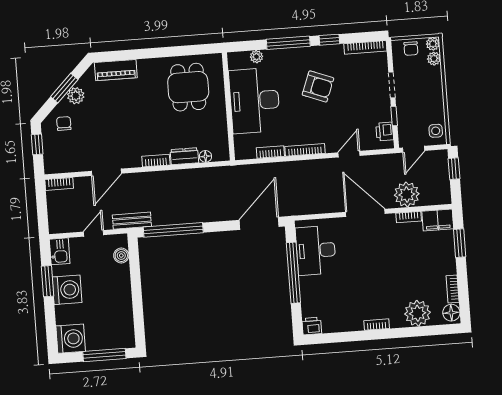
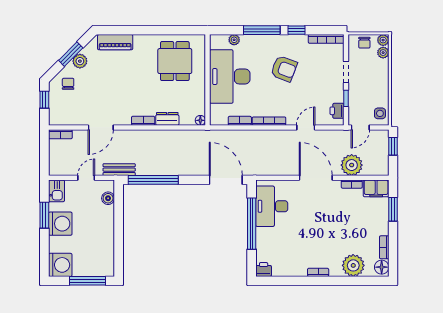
floor lamp: (205, 156) -> (200, 120), moved
door: (259, 223) -> (226, 180), hinge flipped

